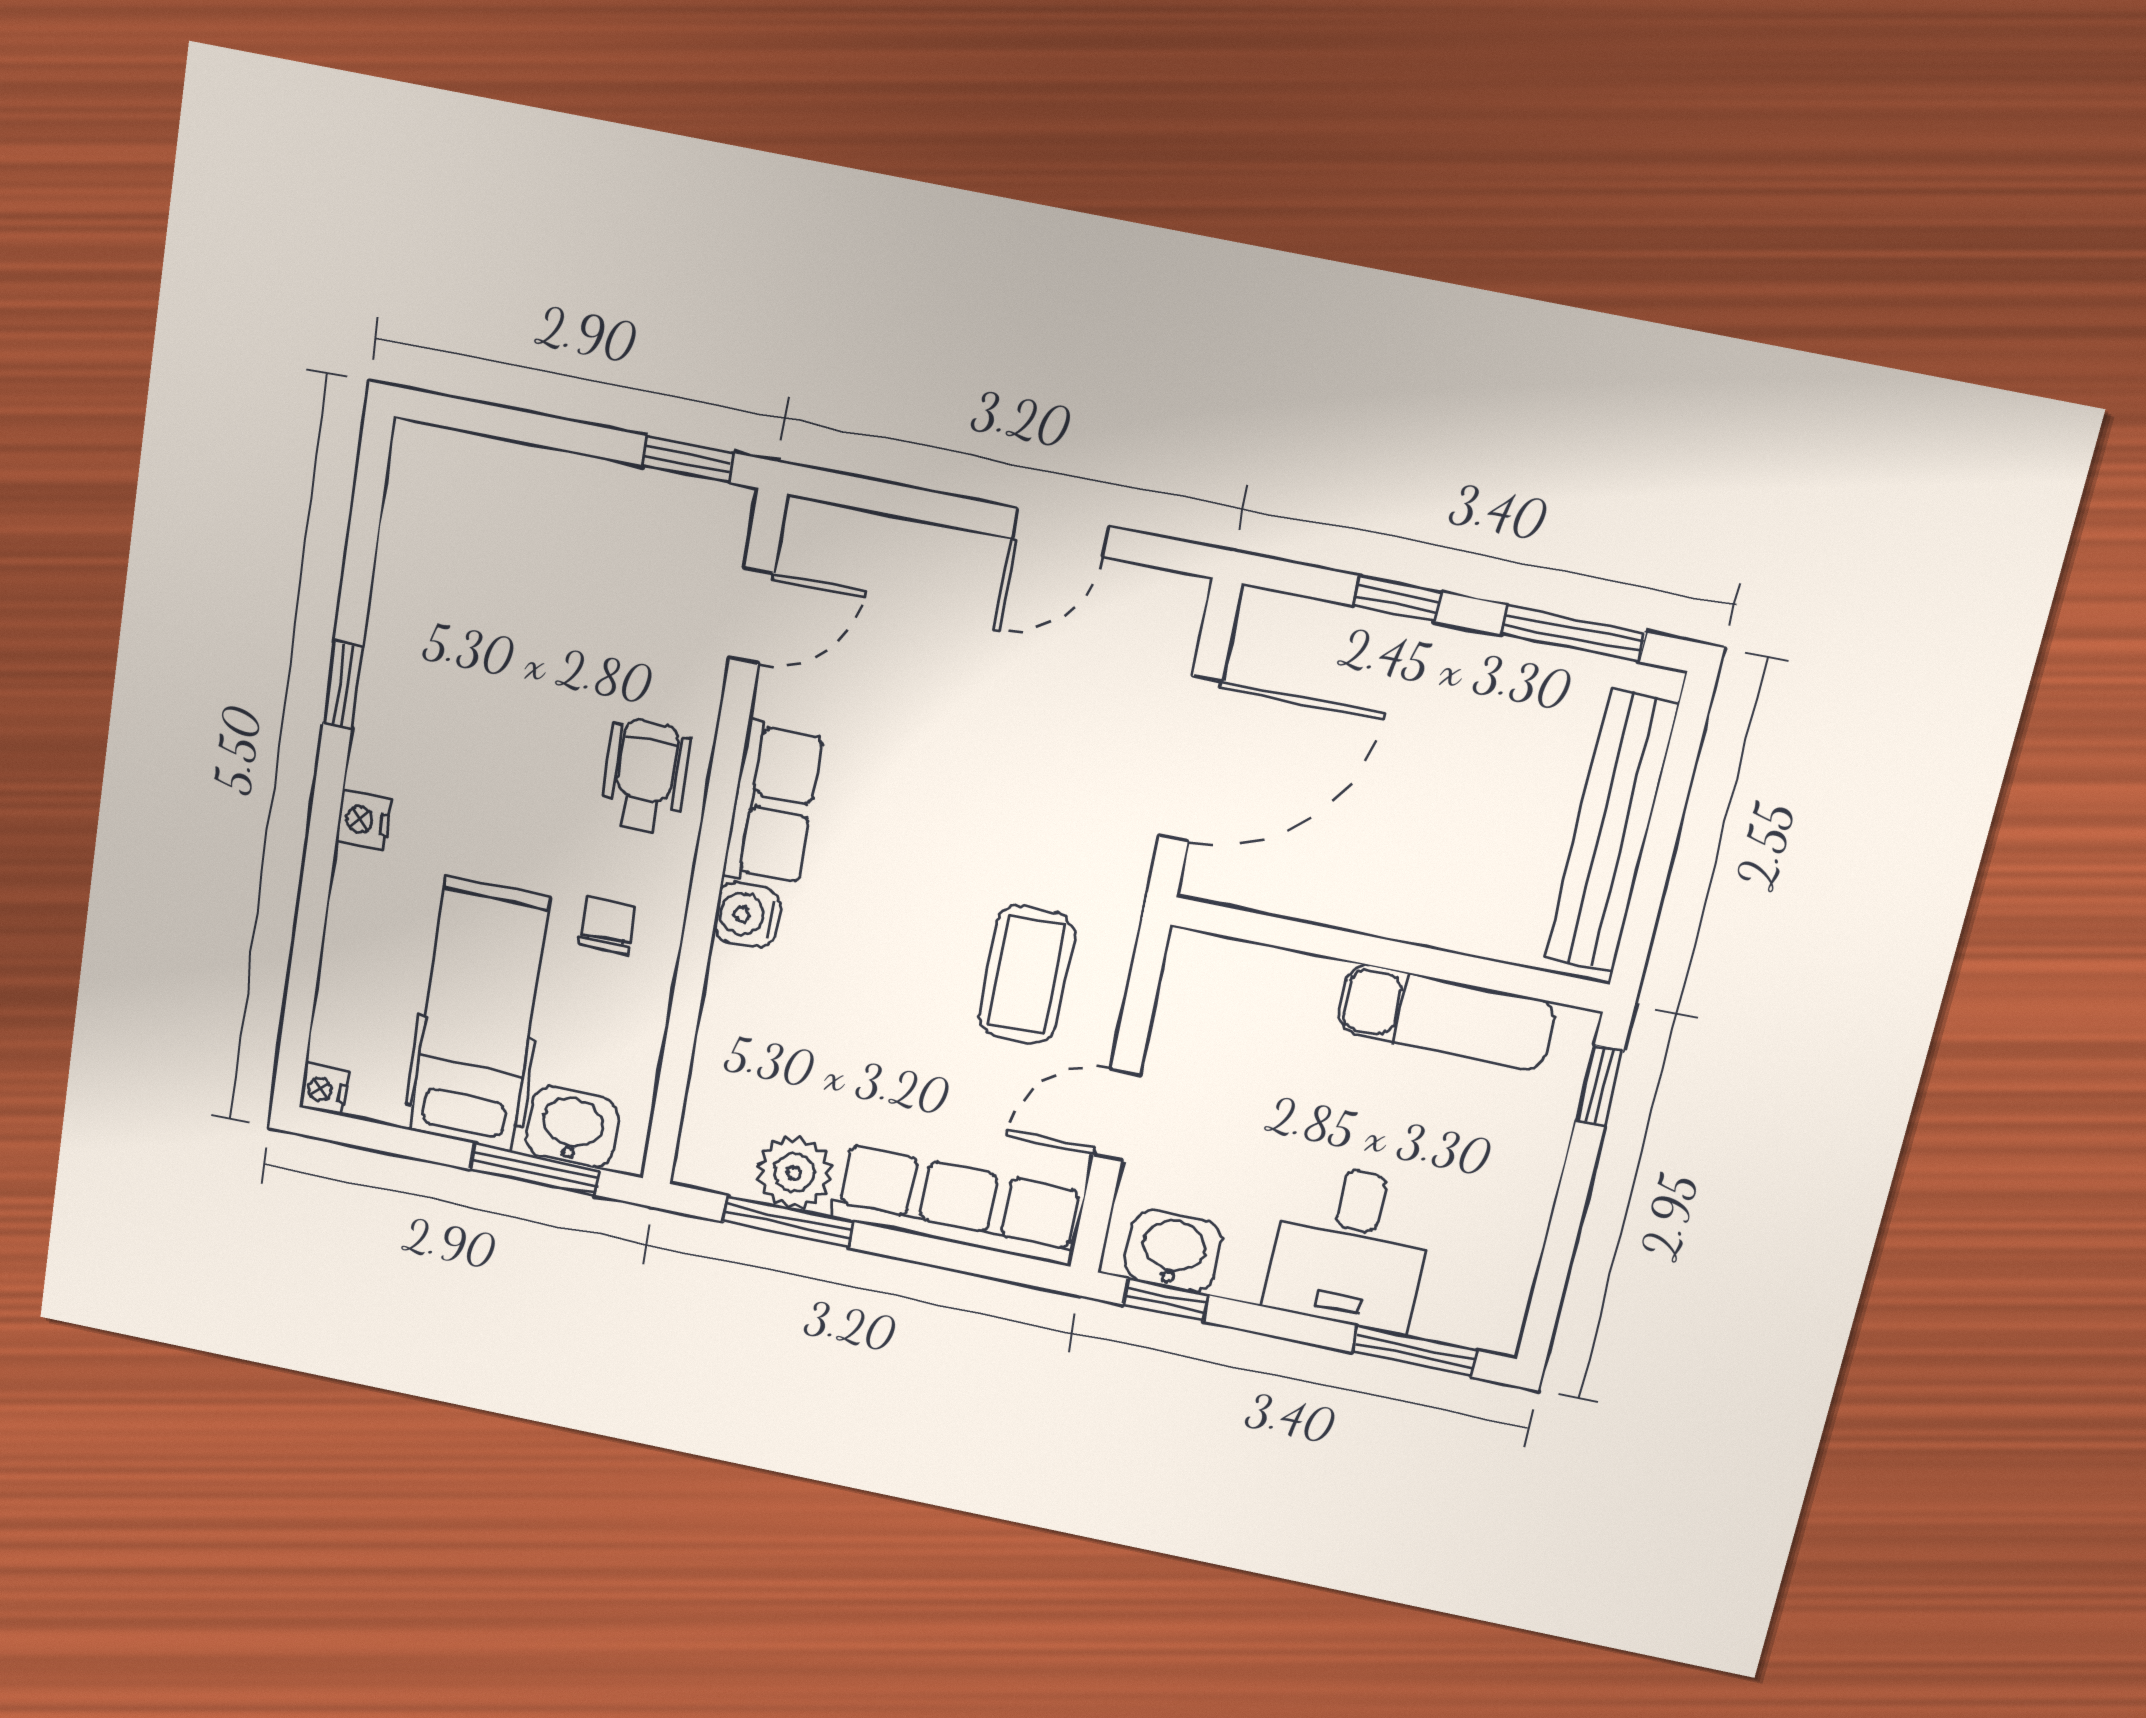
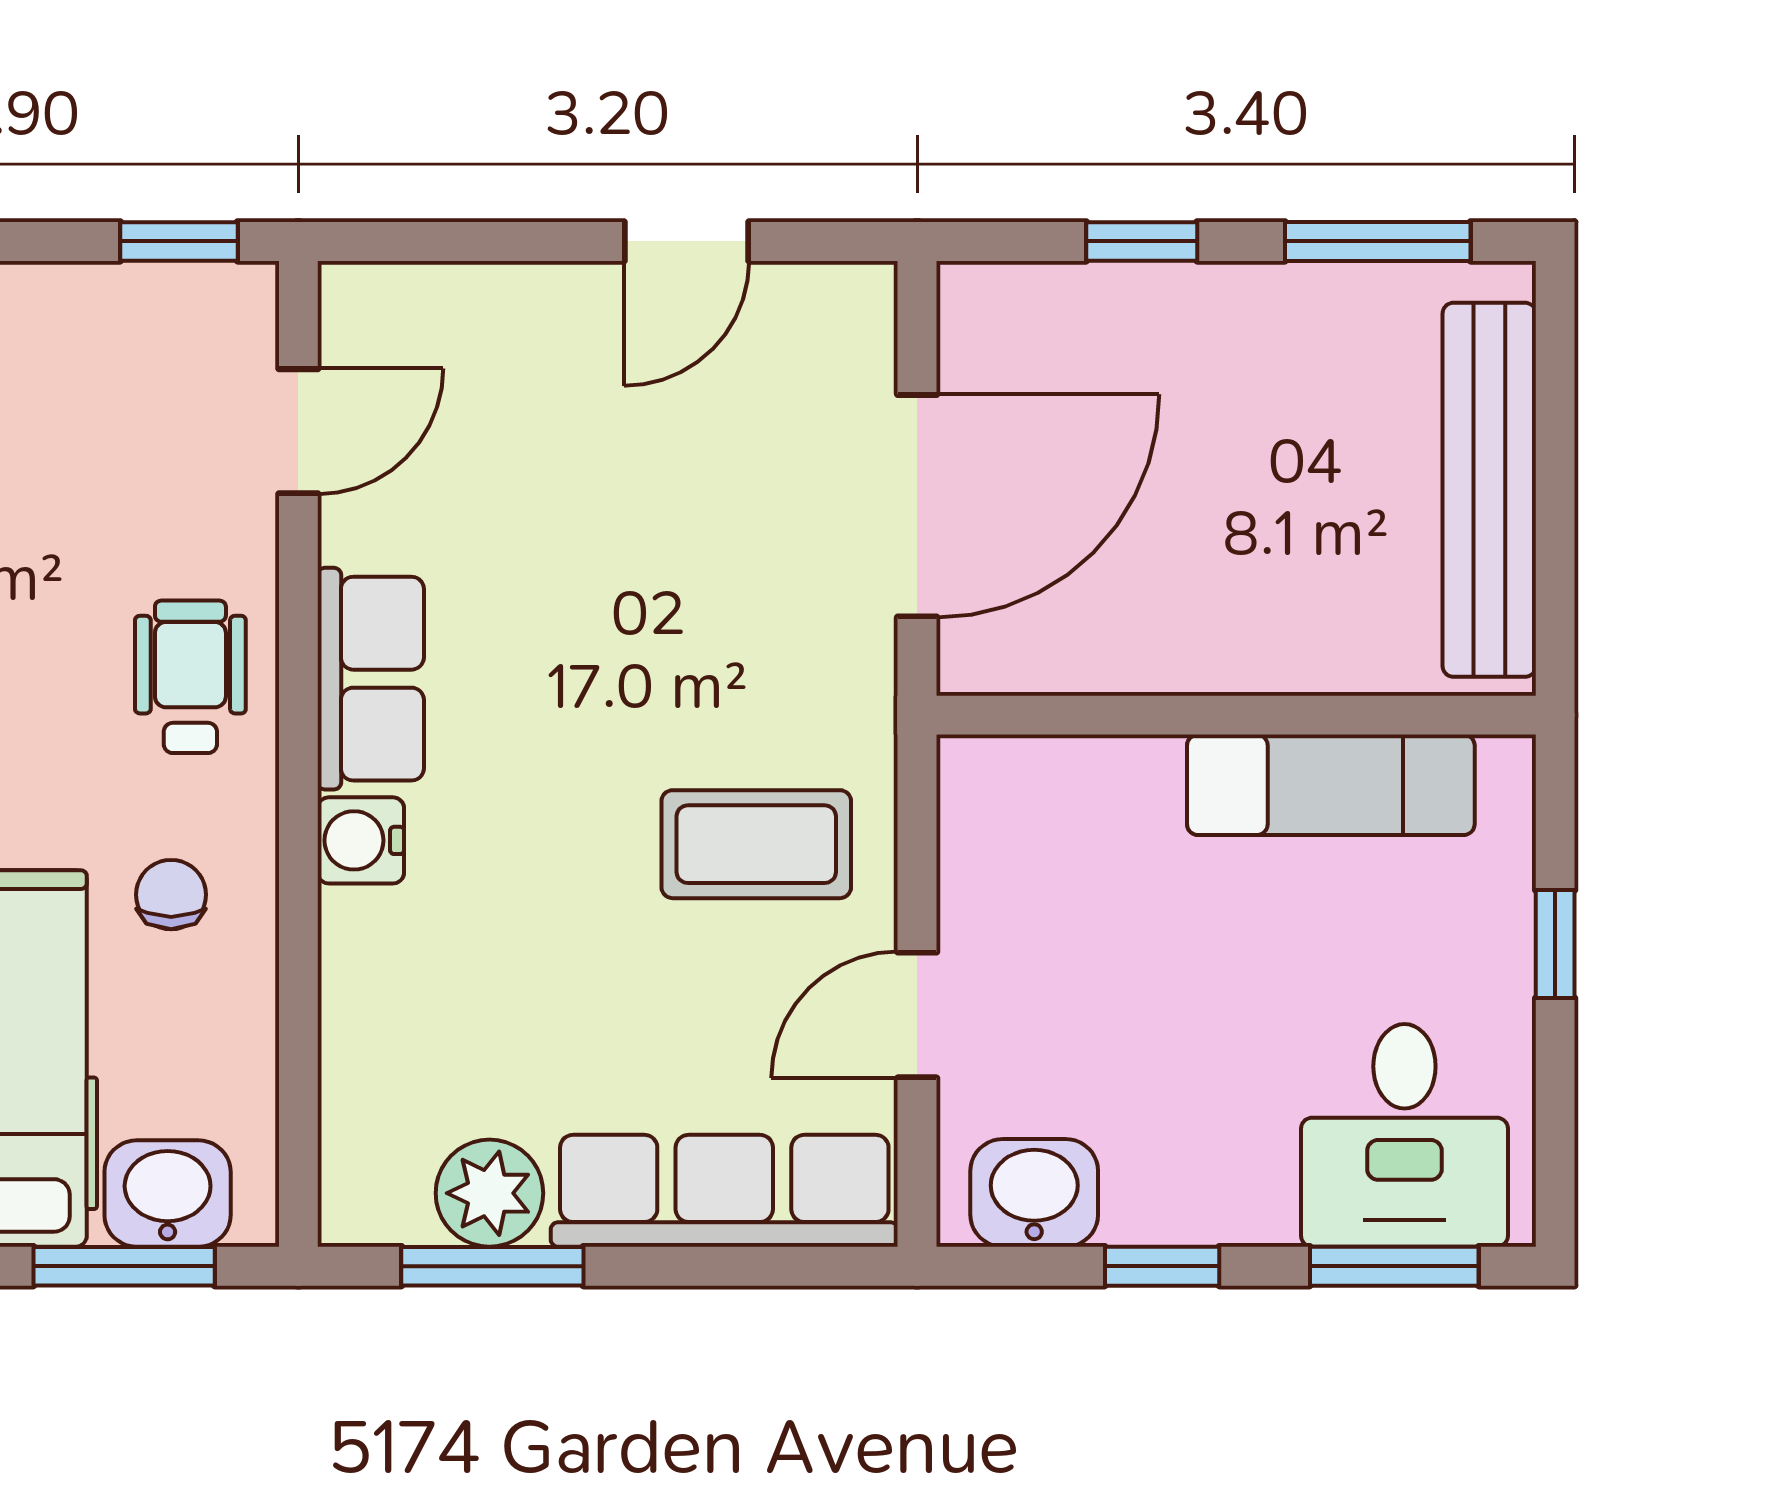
coffee table: (1026, 975) -> (756, 844), turned 90
window: (1600, 1086) -> (1555, 944), moved
desk: (1351, 1247) -> (1404, 1135), moved
window: (1166, 1300) -> (1162, 1266), moved

